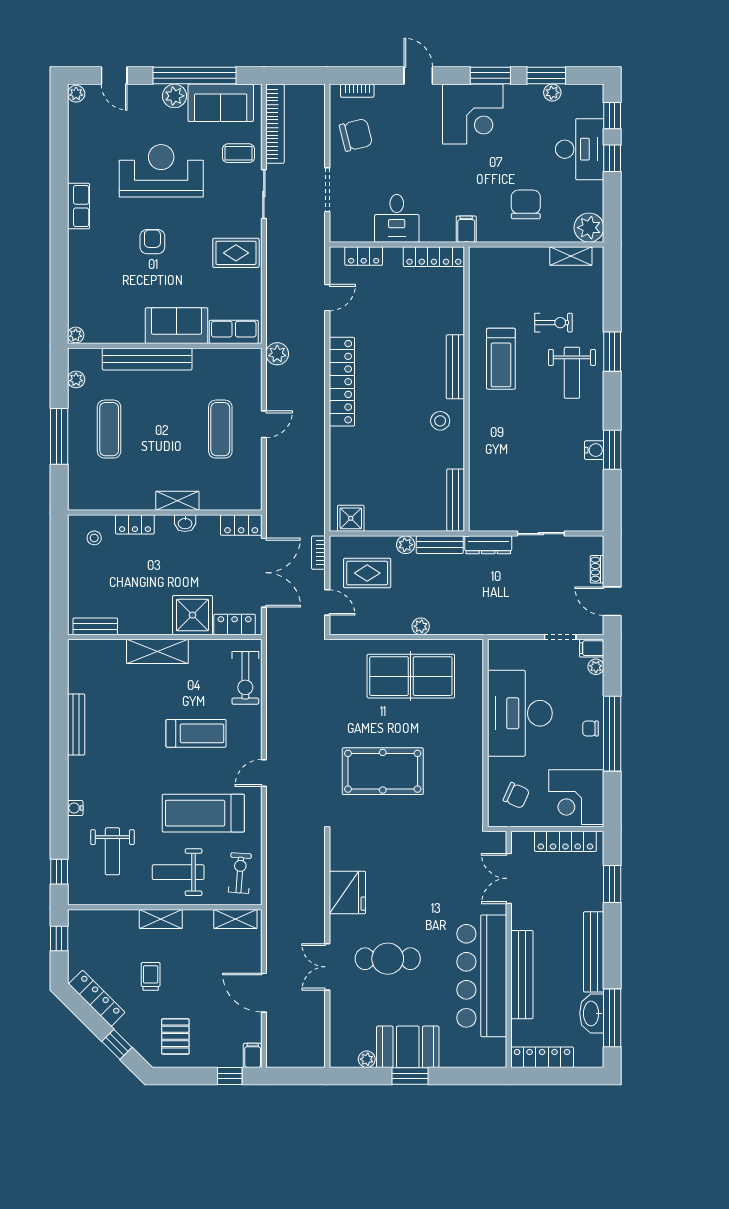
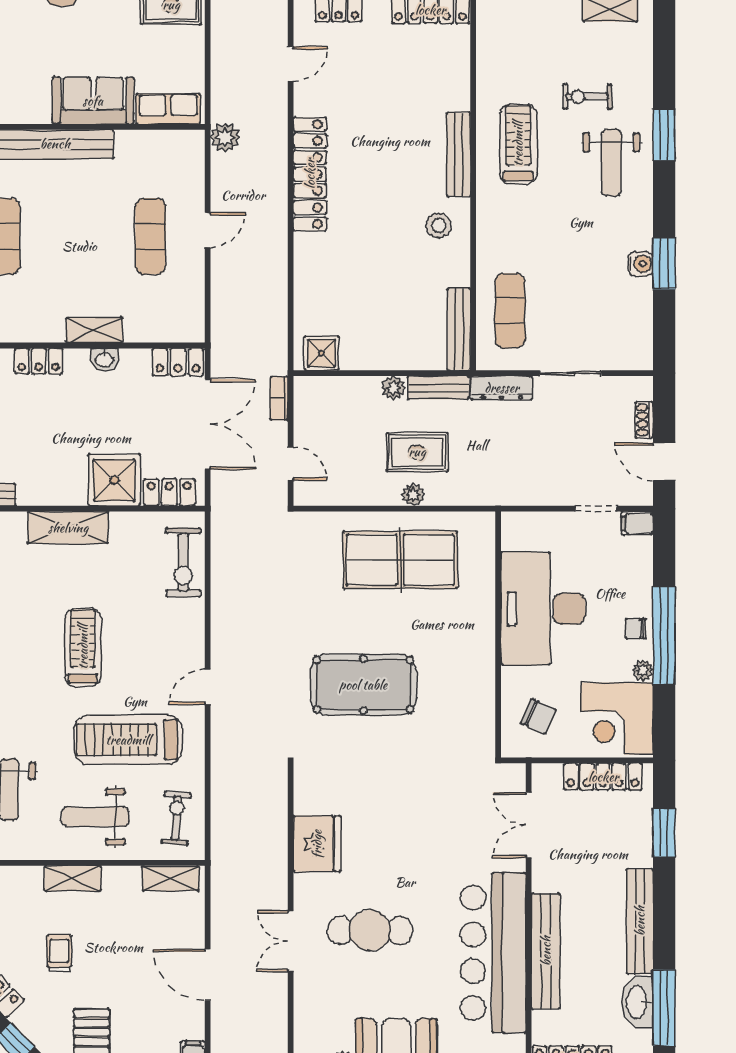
exercise bike: (553, 323) -> (587, 97), turned 180
treadmill: (501, 359) -> (518, 144), turned 180
exercise mat: (494, 486) -> (510, 311), added
rug: (367, 573) -> (417, 452), moved
plant: (596, 667) -> (643, 670), moved
treadmill: (196, 733) -> (83, 647), moved, turned -90

